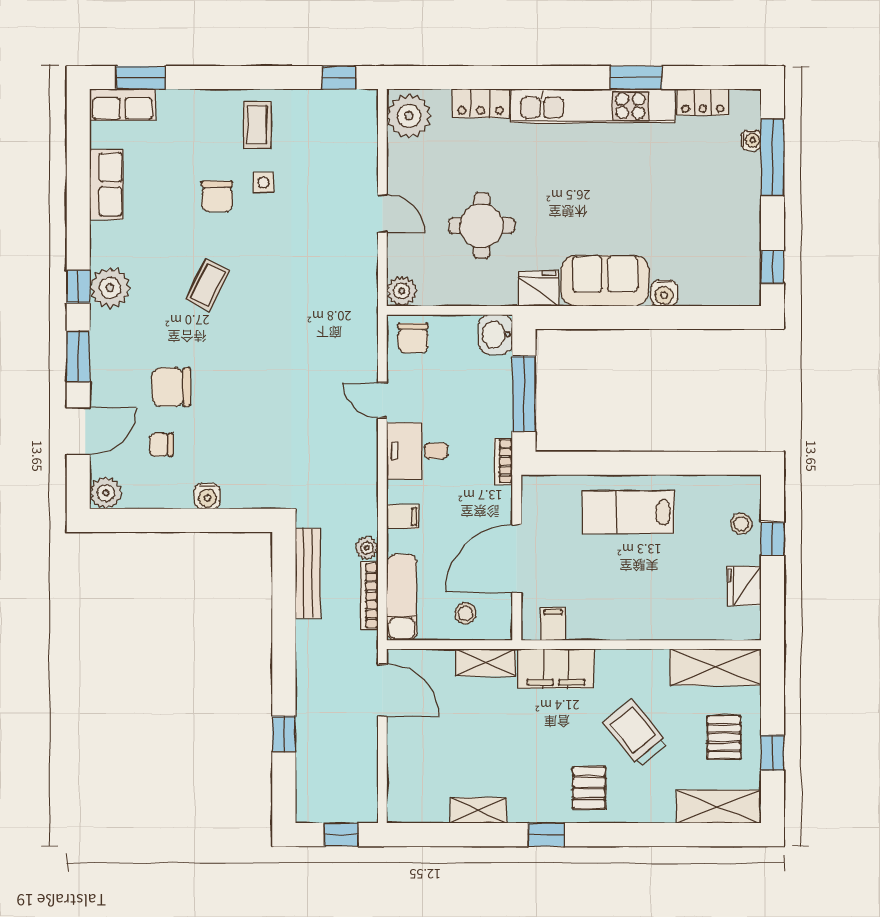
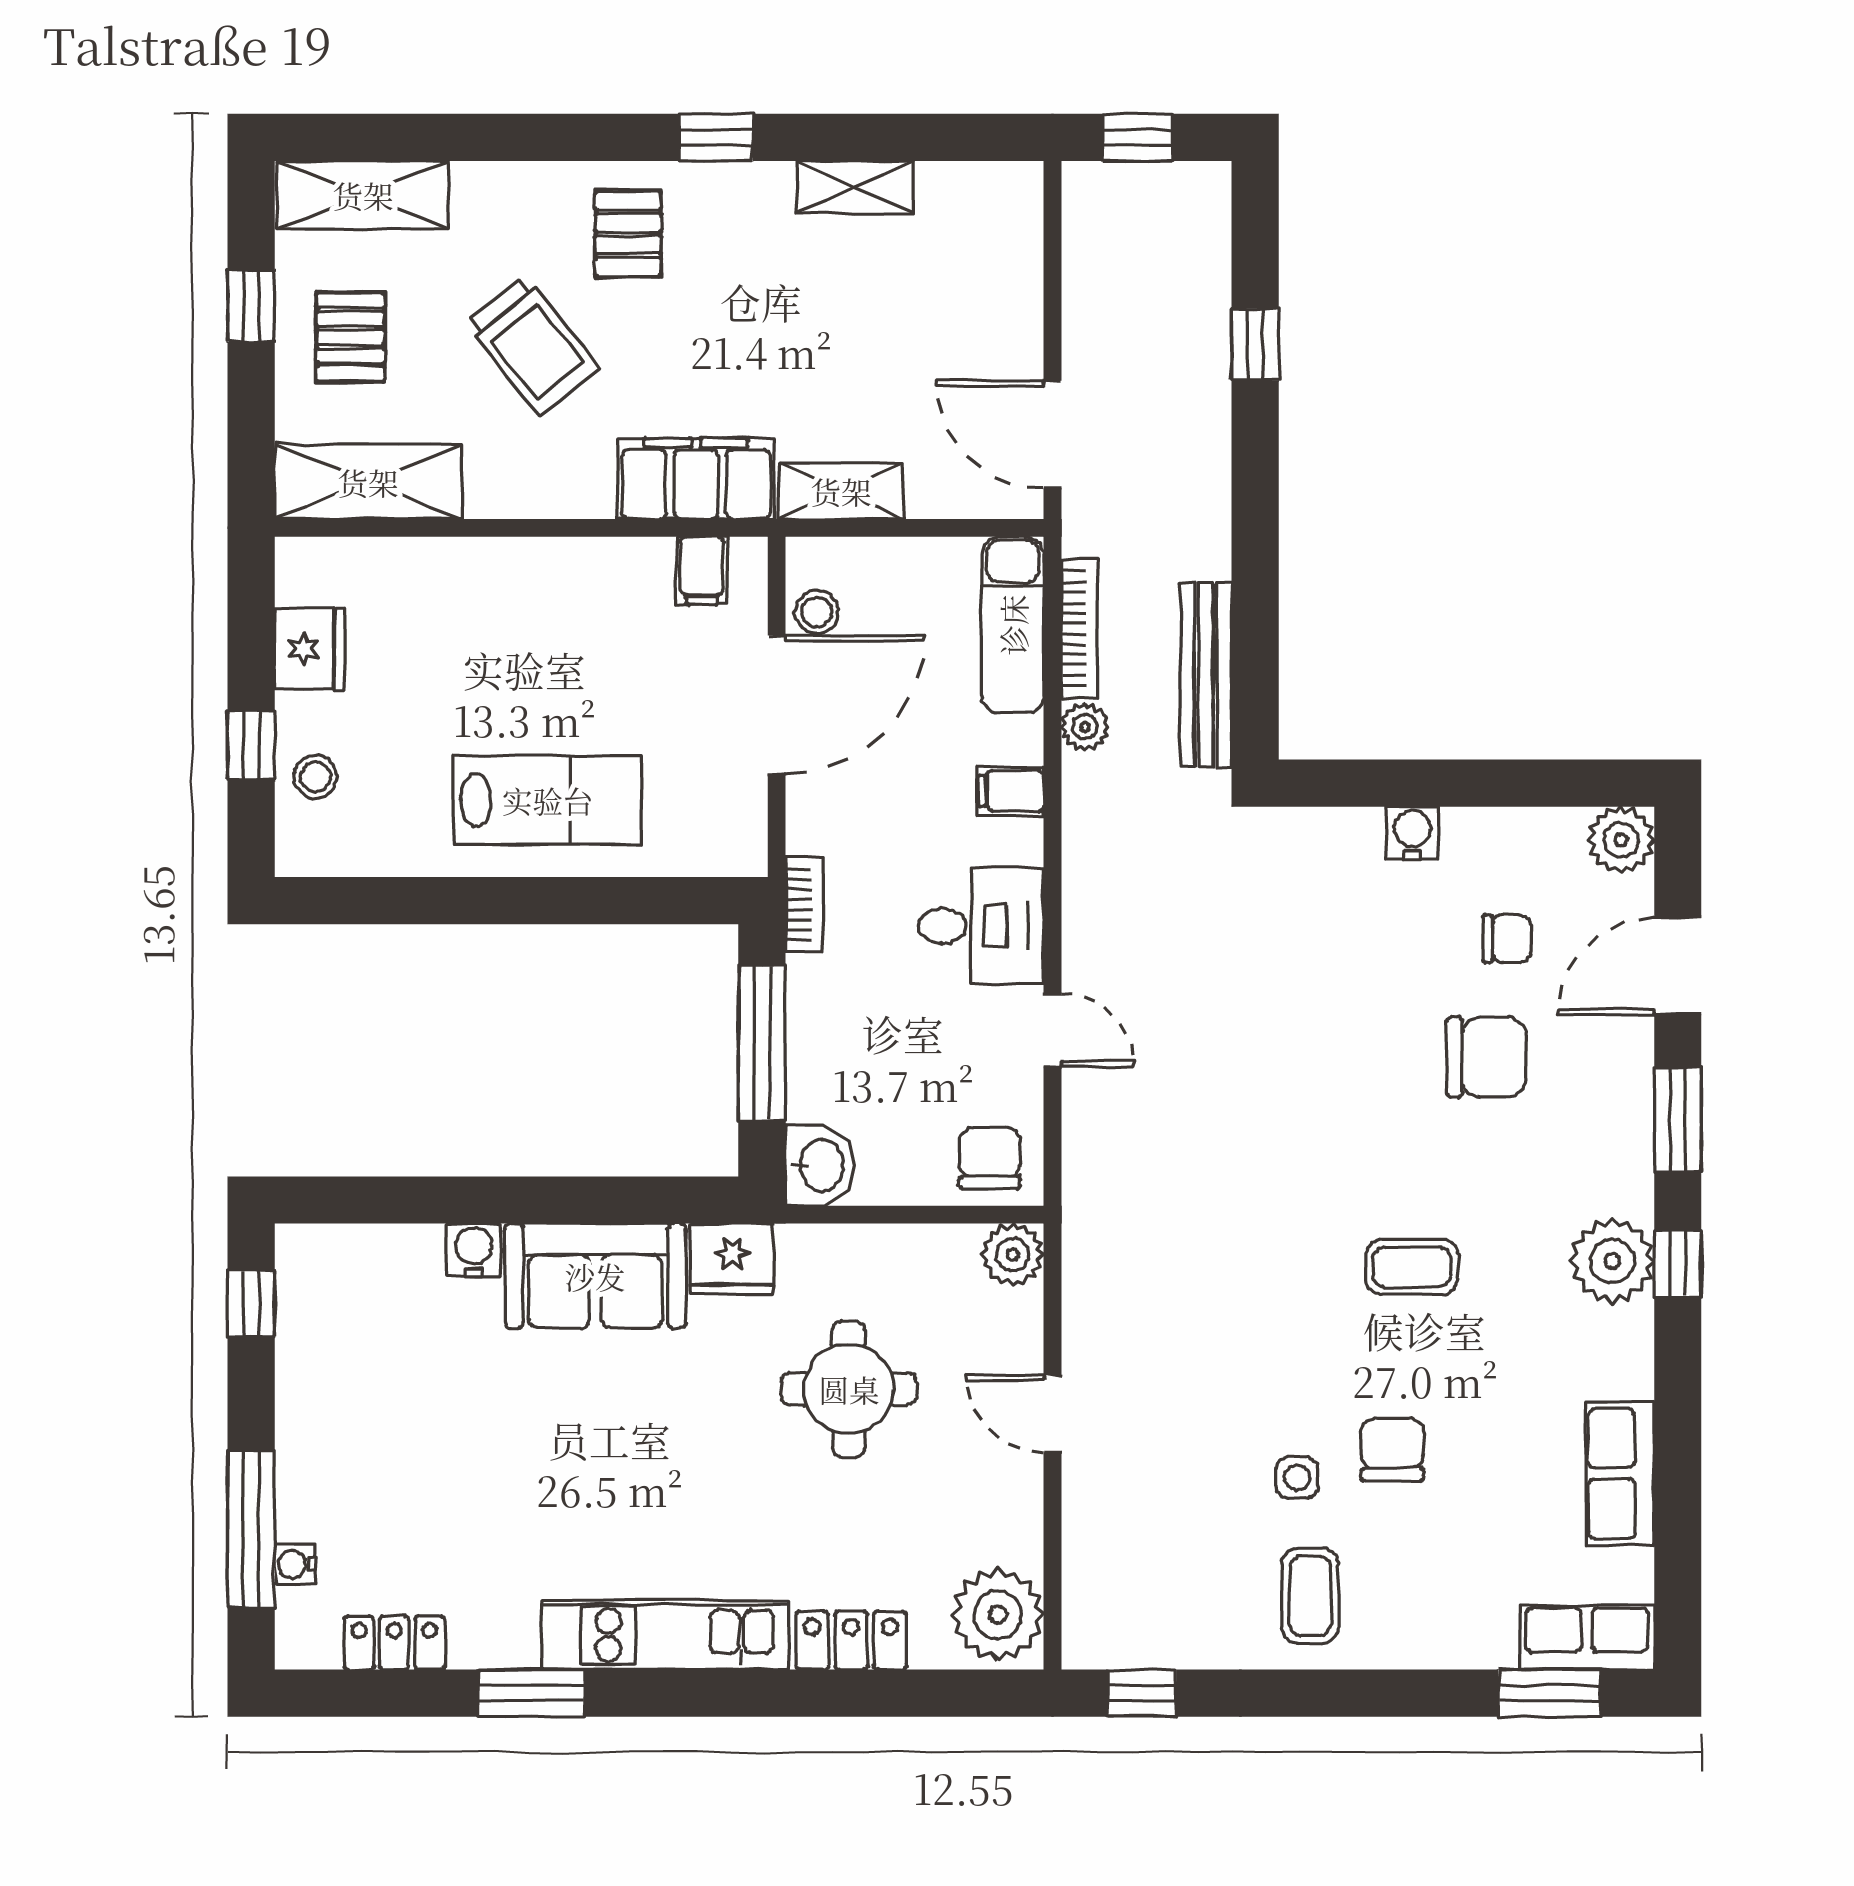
kitchen unit: (593, 106) -> (665, 1635), width x0.73
coffee table: (208, 285) -> (1412, 1267), turned 64
stool: (465, 613) -> (817, 612), moved

